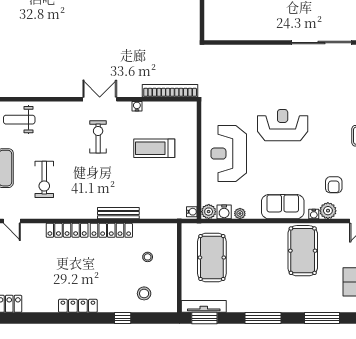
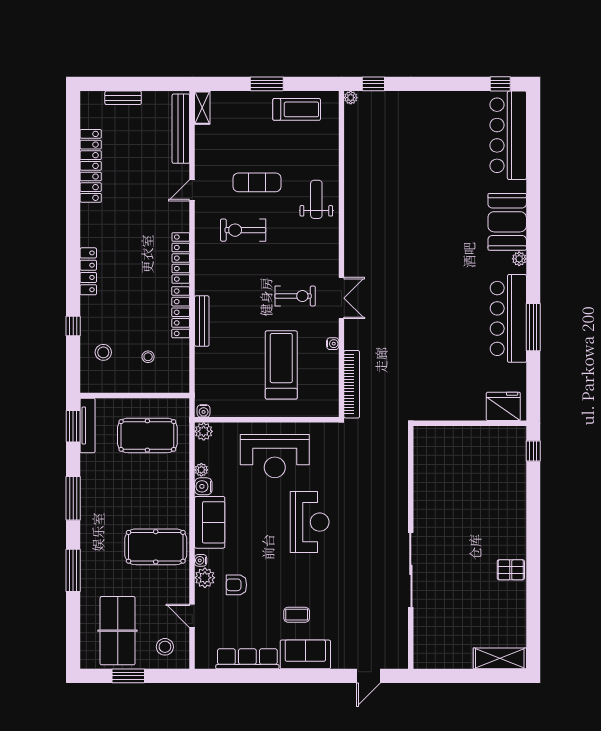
treadmill: (154, 148) -> (281, 365), width x1.37, depth x1.38
reception desk: (229, 154) -> (275, 456), turned 180
water cooler: (224, 212) -> (203, 486), moved

